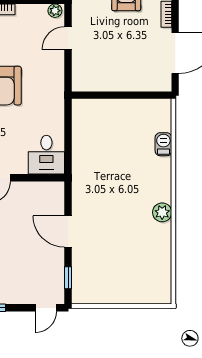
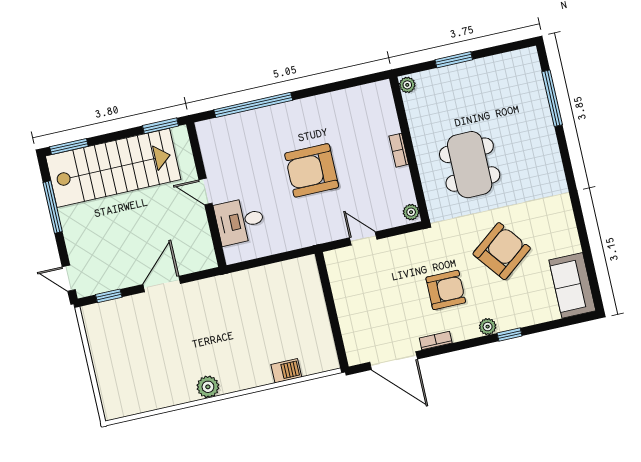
door: (68, 38) -> (363, 239), moved
desk: (46, 155) -> (240, 221), moved

